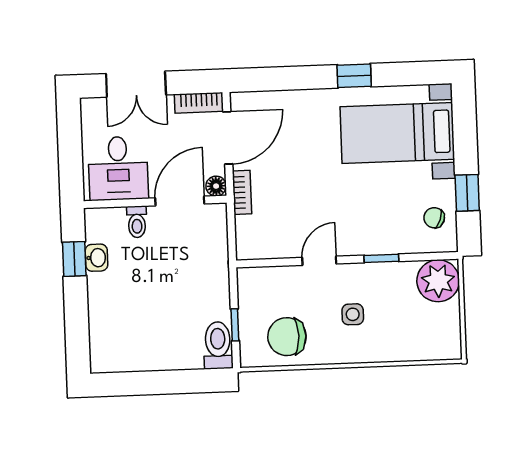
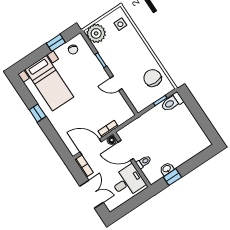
side table: (353, 314) -> (120, 24), moved
chair: (287, 337) -> (153, 78), turned 180

